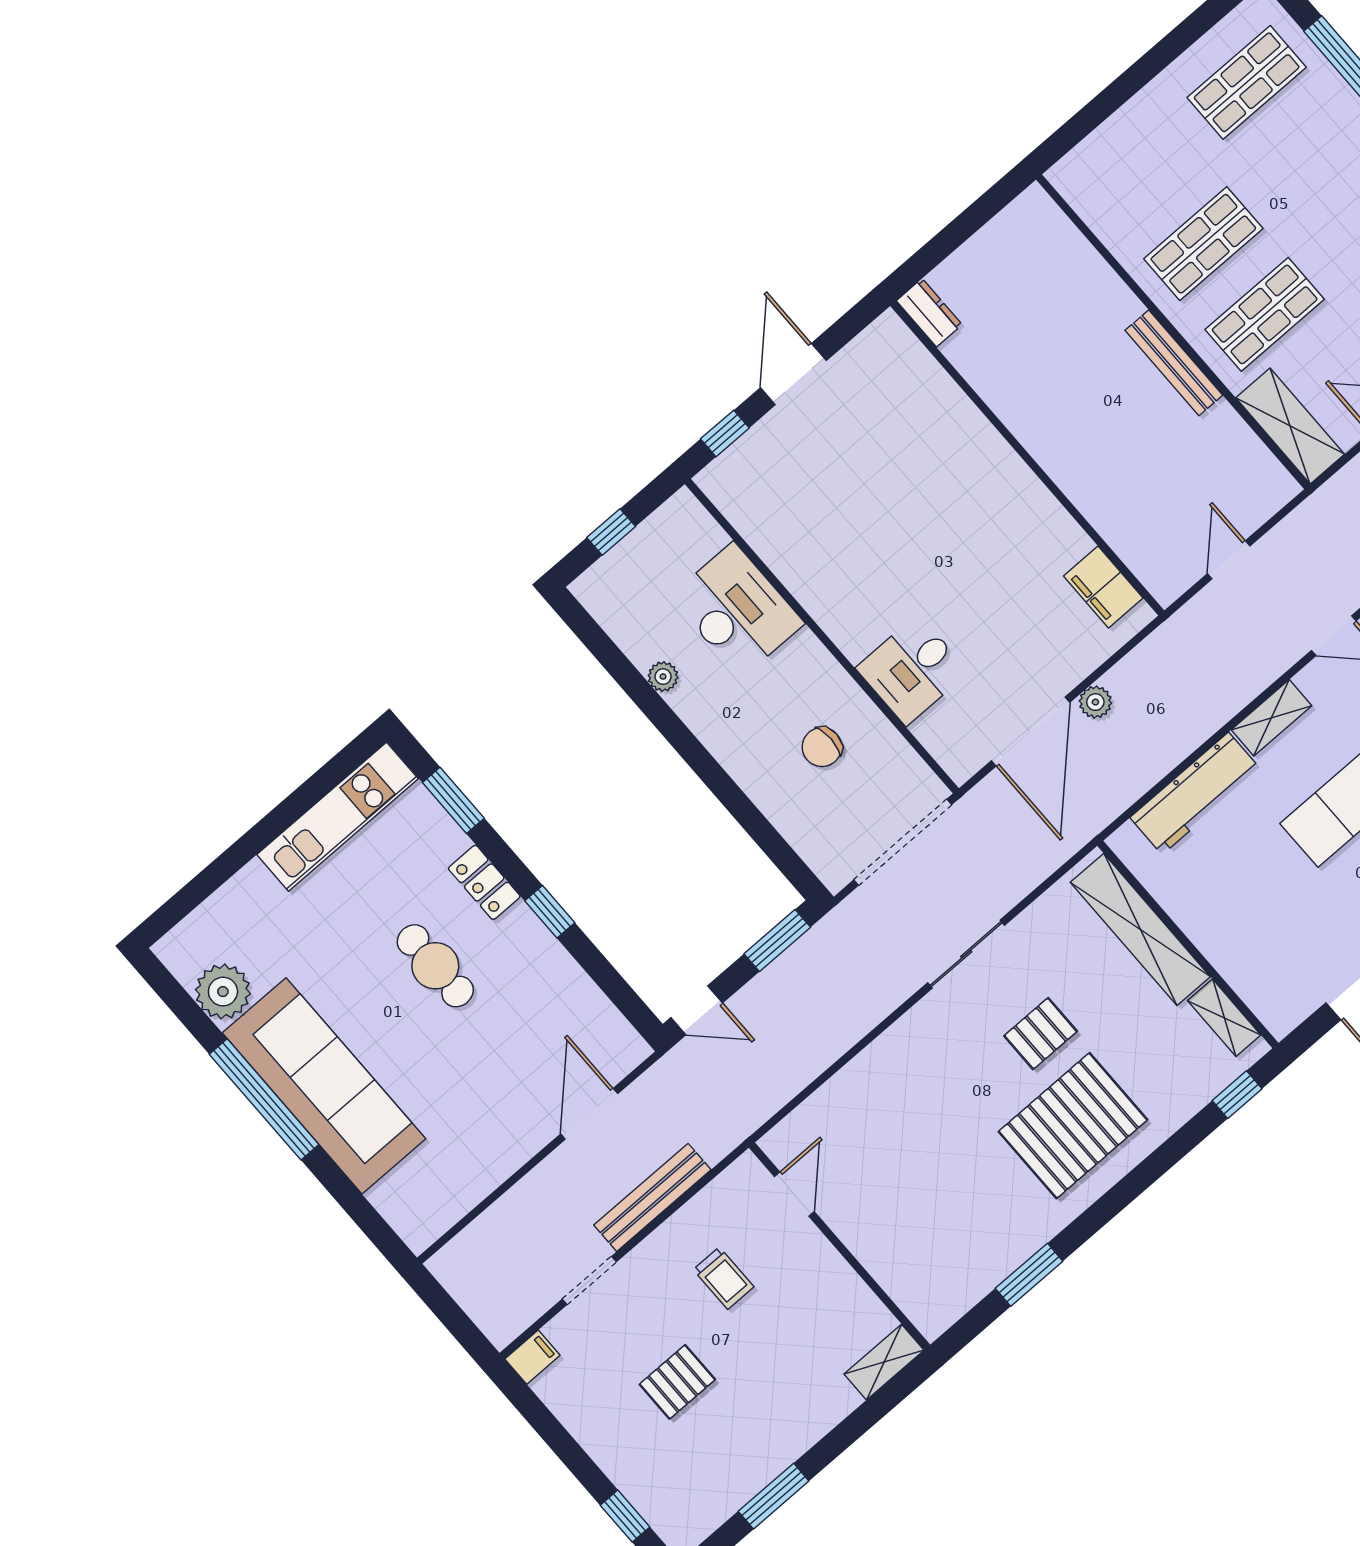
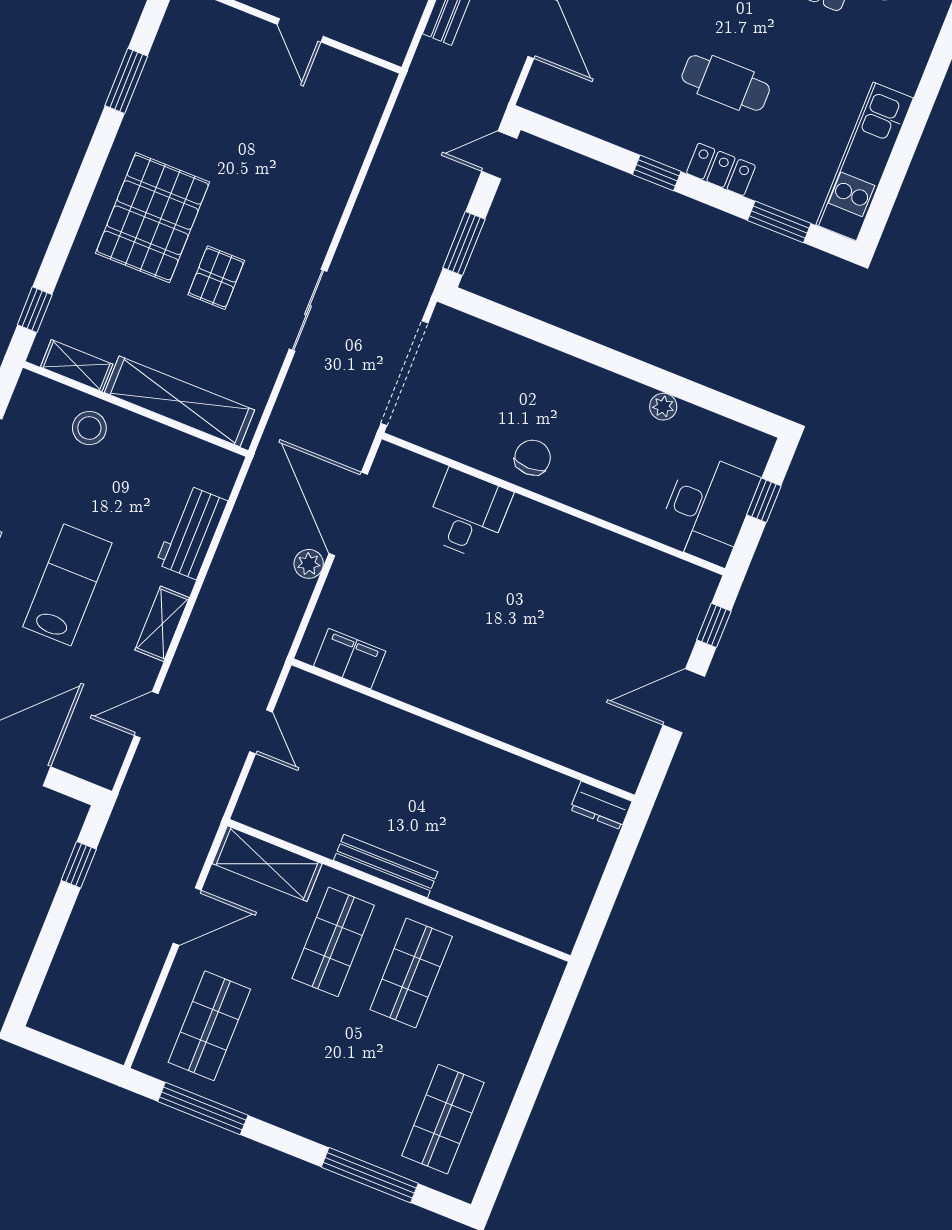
door: (793, 374) -> (684, 701), swing flipped
desk: (737, 610) -> (708, 509), moved, turned -90
chair: (822, 747) -> (533, 458), moved
workbench: (1195, 793) -> (192, 532), width x0.73
stool: (1243, 949) -> (89, 428), added
door: (794, 1194) -> (300, 30), moved

